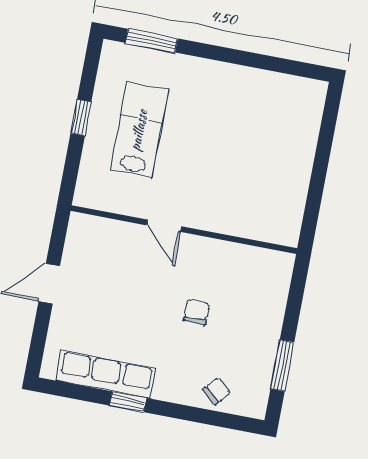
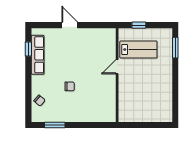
door: (164, 226) -> (117, 67), moved
wall: (184, 230) -> (117, 75), moved
window: (128, 402) -> (28, 49), moved

